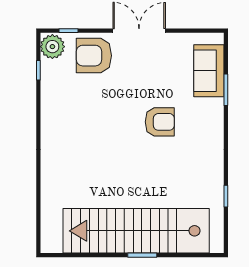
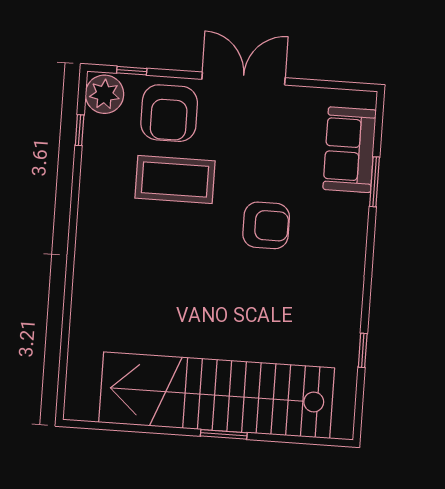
armchair: (94, 56) -> (169, 113), turned -90
coffee table: (100, 97) -> (175, 180), added

